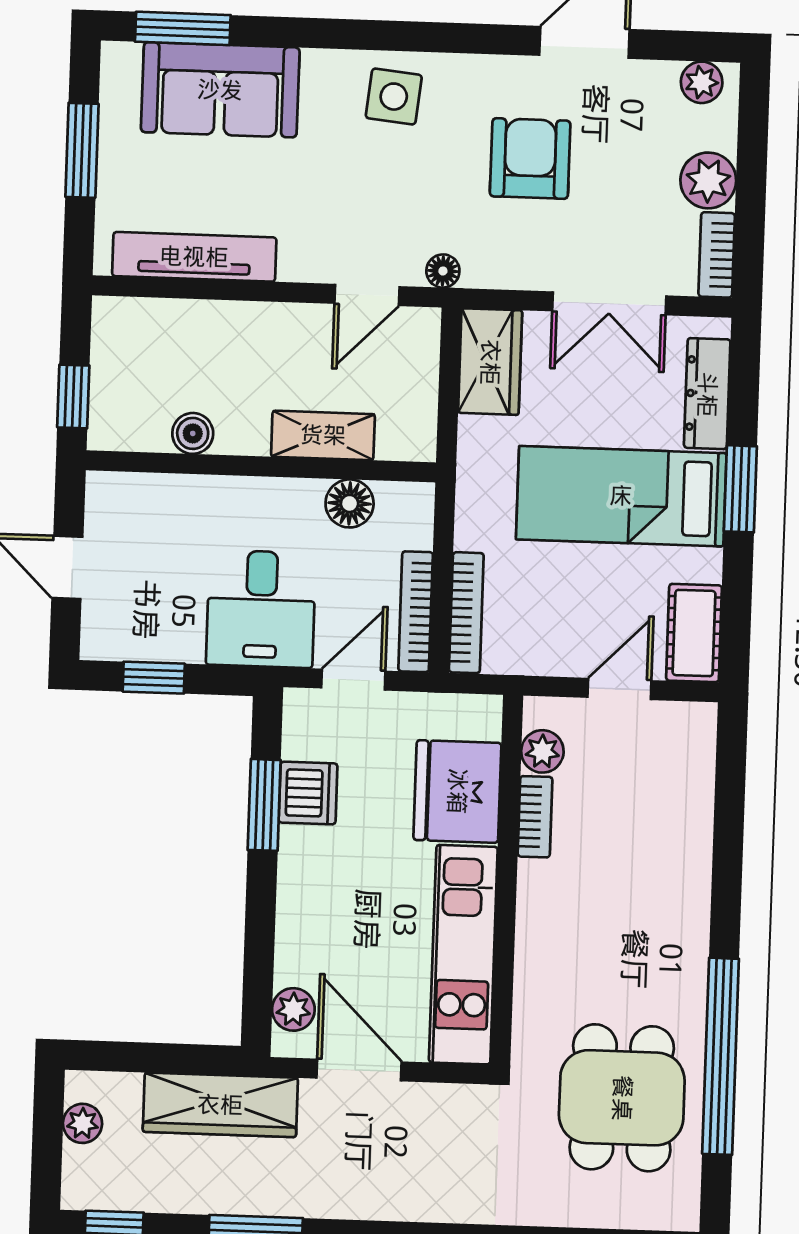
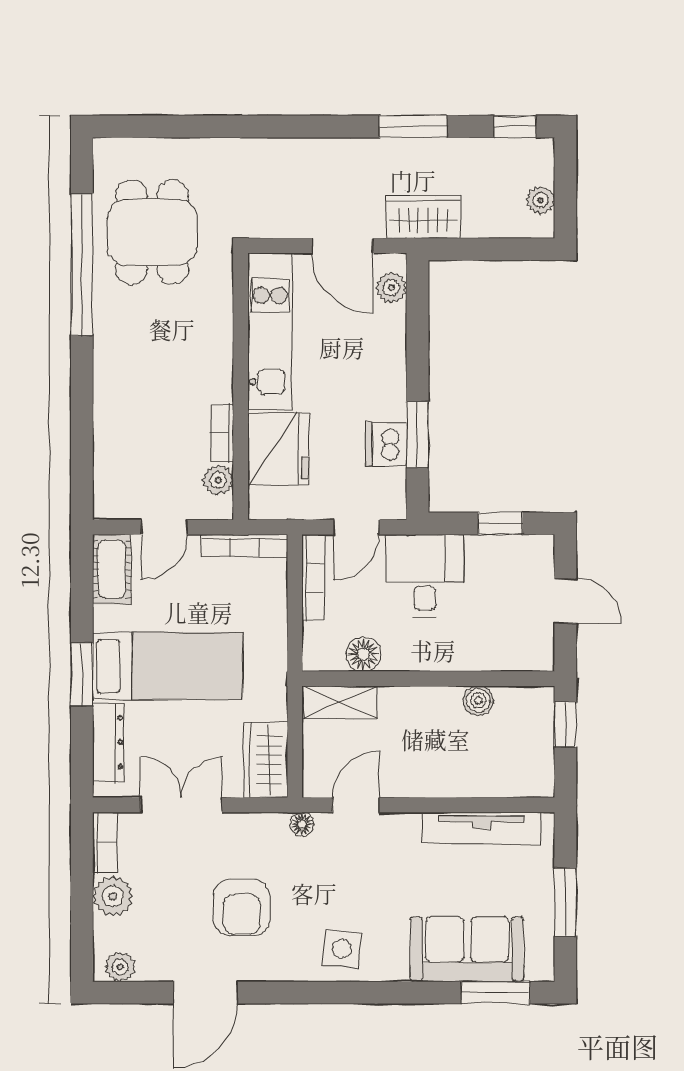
shelving: (323, 435) -> (340, 702), moved
bookcase: (466, 613) -> (244, 545), moved, turned -90
wardrobe: (220, 1105) -> (423, 217), width x0.67

